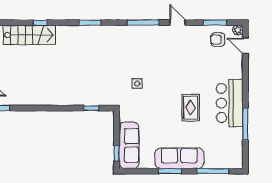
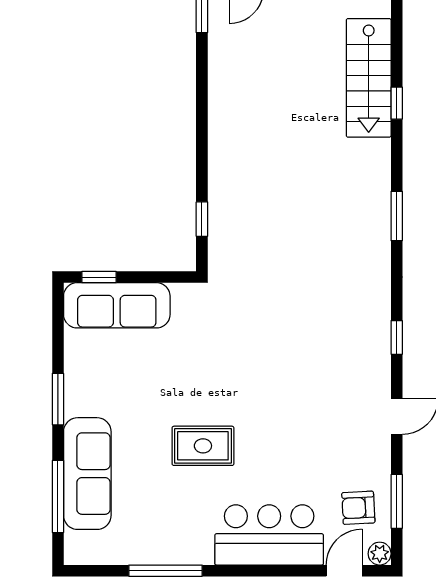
window: (143, 23) -> (397, 337), width x0.46
armchair: (218, 40) -> (358, 508), turned -93
side table: (137, 83) -> (258, 324), removed
bar counter: (230, 103) -> (269, 535), moved
sofa: (179, 158) -> (87, 474), moved

